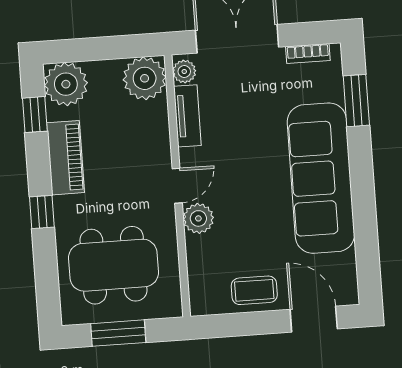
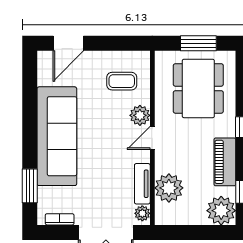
plant: (145, 78) -> (169, 188), moved
dining table: (113, 265) -> (198, 88), turned 90
coffee table: (254, 290) -> (122, 81), moved
door: (314, 319) -> (68, 43), hinge flipped

